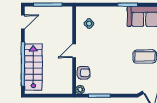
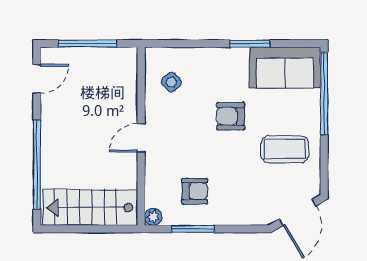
armchair: (118, 40) -> (231, 116), added
stairs: (33, 67) -> (90, 207), moved, turned -90
armchair: (83, 73) -> (195, 191), moved

